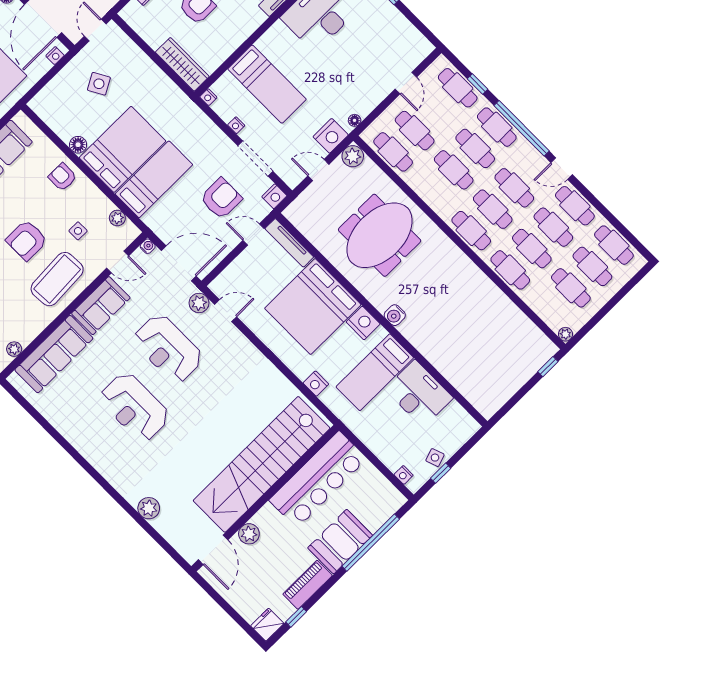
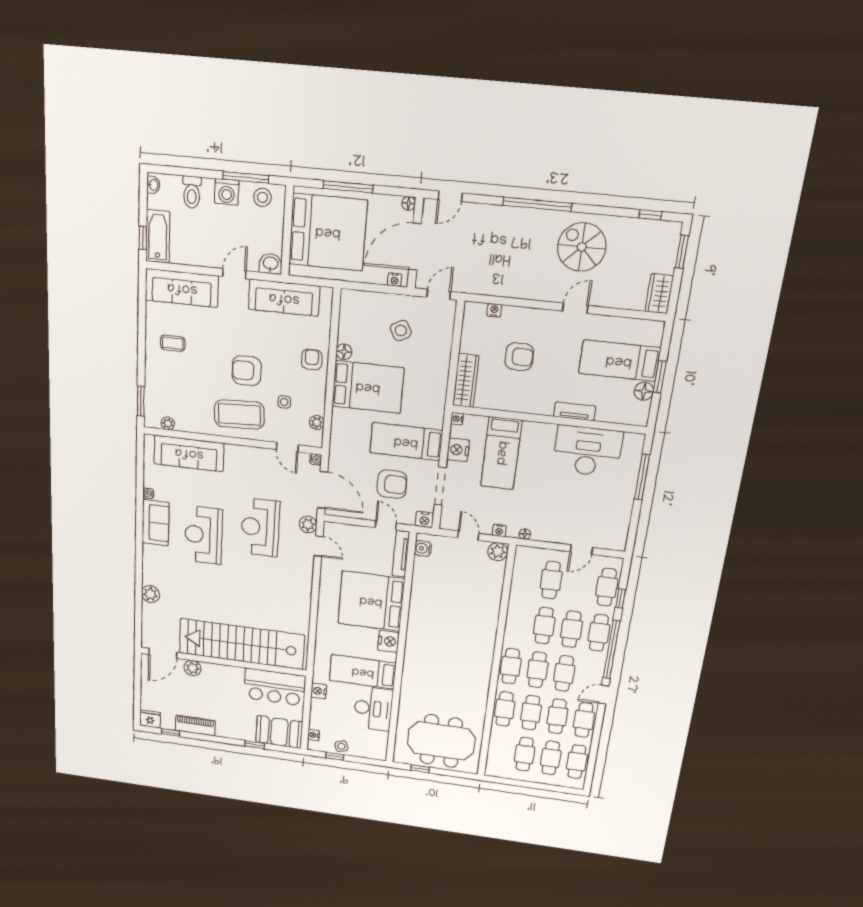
nightstand: (236, 125) -> (458, 450), width x1.89, depth x1.79
nightstand: (331, 136) -> (499, 530), width x0.53, depth x0.56
cafe table: (393, 152) -> (524, 577), removed
door: (562, 169) -> (604, 695), hinge flipped
bed: (154, 179) -> (406, 442), moved, turned 180
meeting table: (380, 235) -> (441, 741), moved
sofa: (101, 306) -> (156, 523), moved, turned -90
water cooler: (395, 315) -> (423, 548), moved
plant: (565, 334) -> (491, 771), removed
window: (548, 367) -> (420, 769), moved
nightstand: (316, 384) -> (319, 691), moved
water cooler: (58, 424) -> (148, 493), added
bar counter: (318, 479) -> (275, 687), width x0.73
booth: (340, 542) -> (279, 732), moved
window: (371, 543) -> (255, 745), width x0.32

